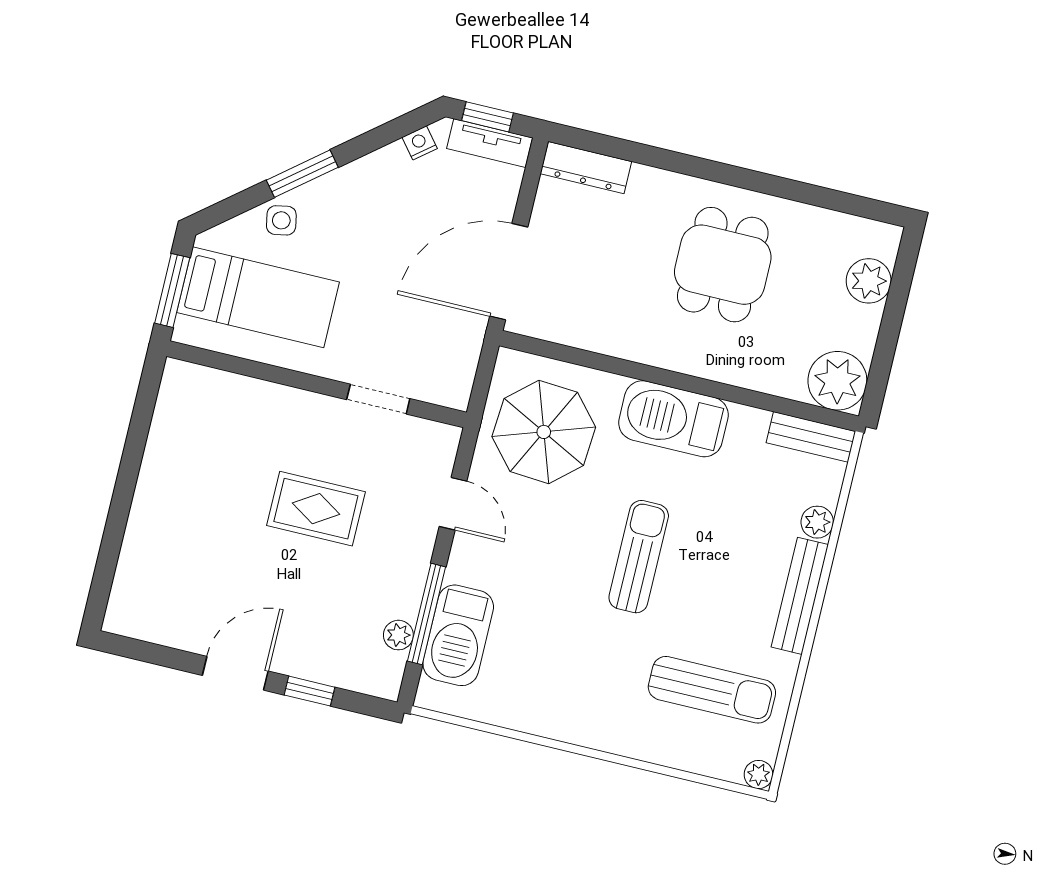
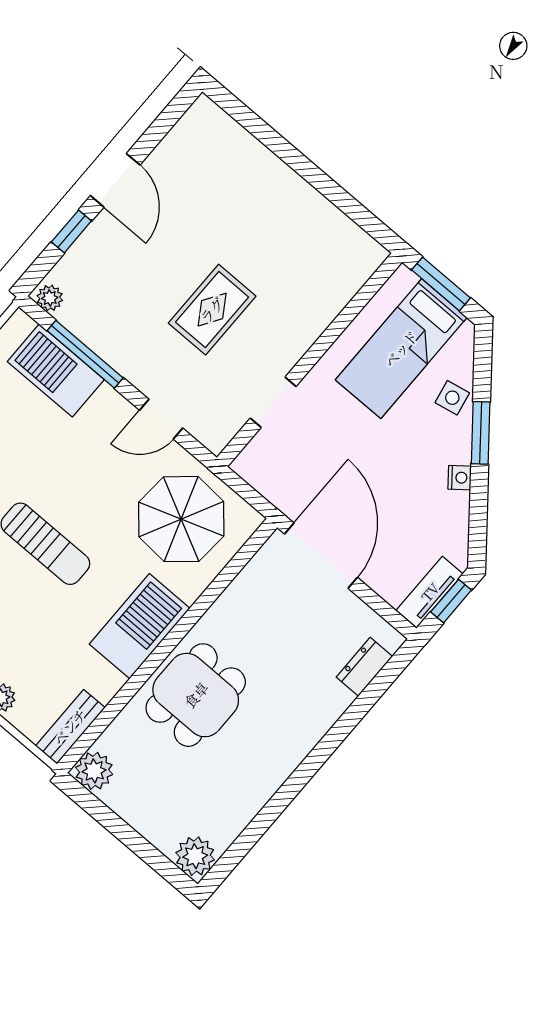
nightstand: (420, 143) -> (460, 478), moved
dresser: (586, 168) -> (364, 667), width x0.70
dining table: (723, 265) -> (196, 695), moved, turned 90
plant: (869, 281) -> (195, 856), moved
plant: (837, 381) -> (94, 771), width x0.73, depth x0.73
plant: (398, 635) -> (50, 298), moved

